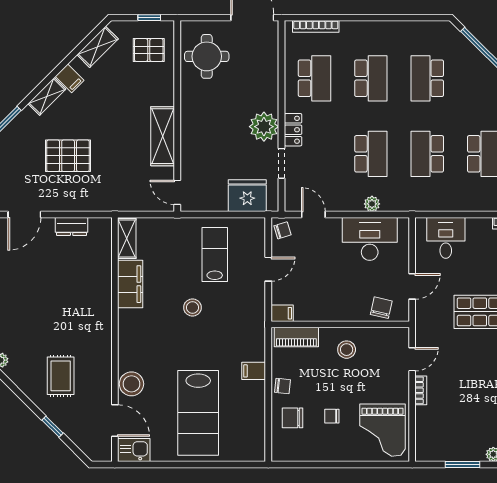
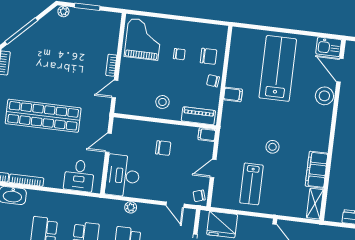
desk: (370, 239) -> (123, 176), moved, turned 90
chair: (381, 308) -> (163, 148), moved, turned -103

